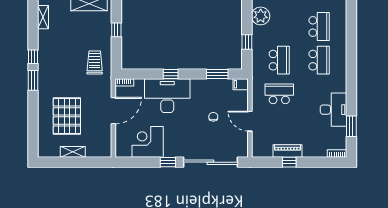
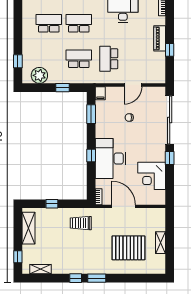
piano: (288, 151) -> (160, 38), moved

